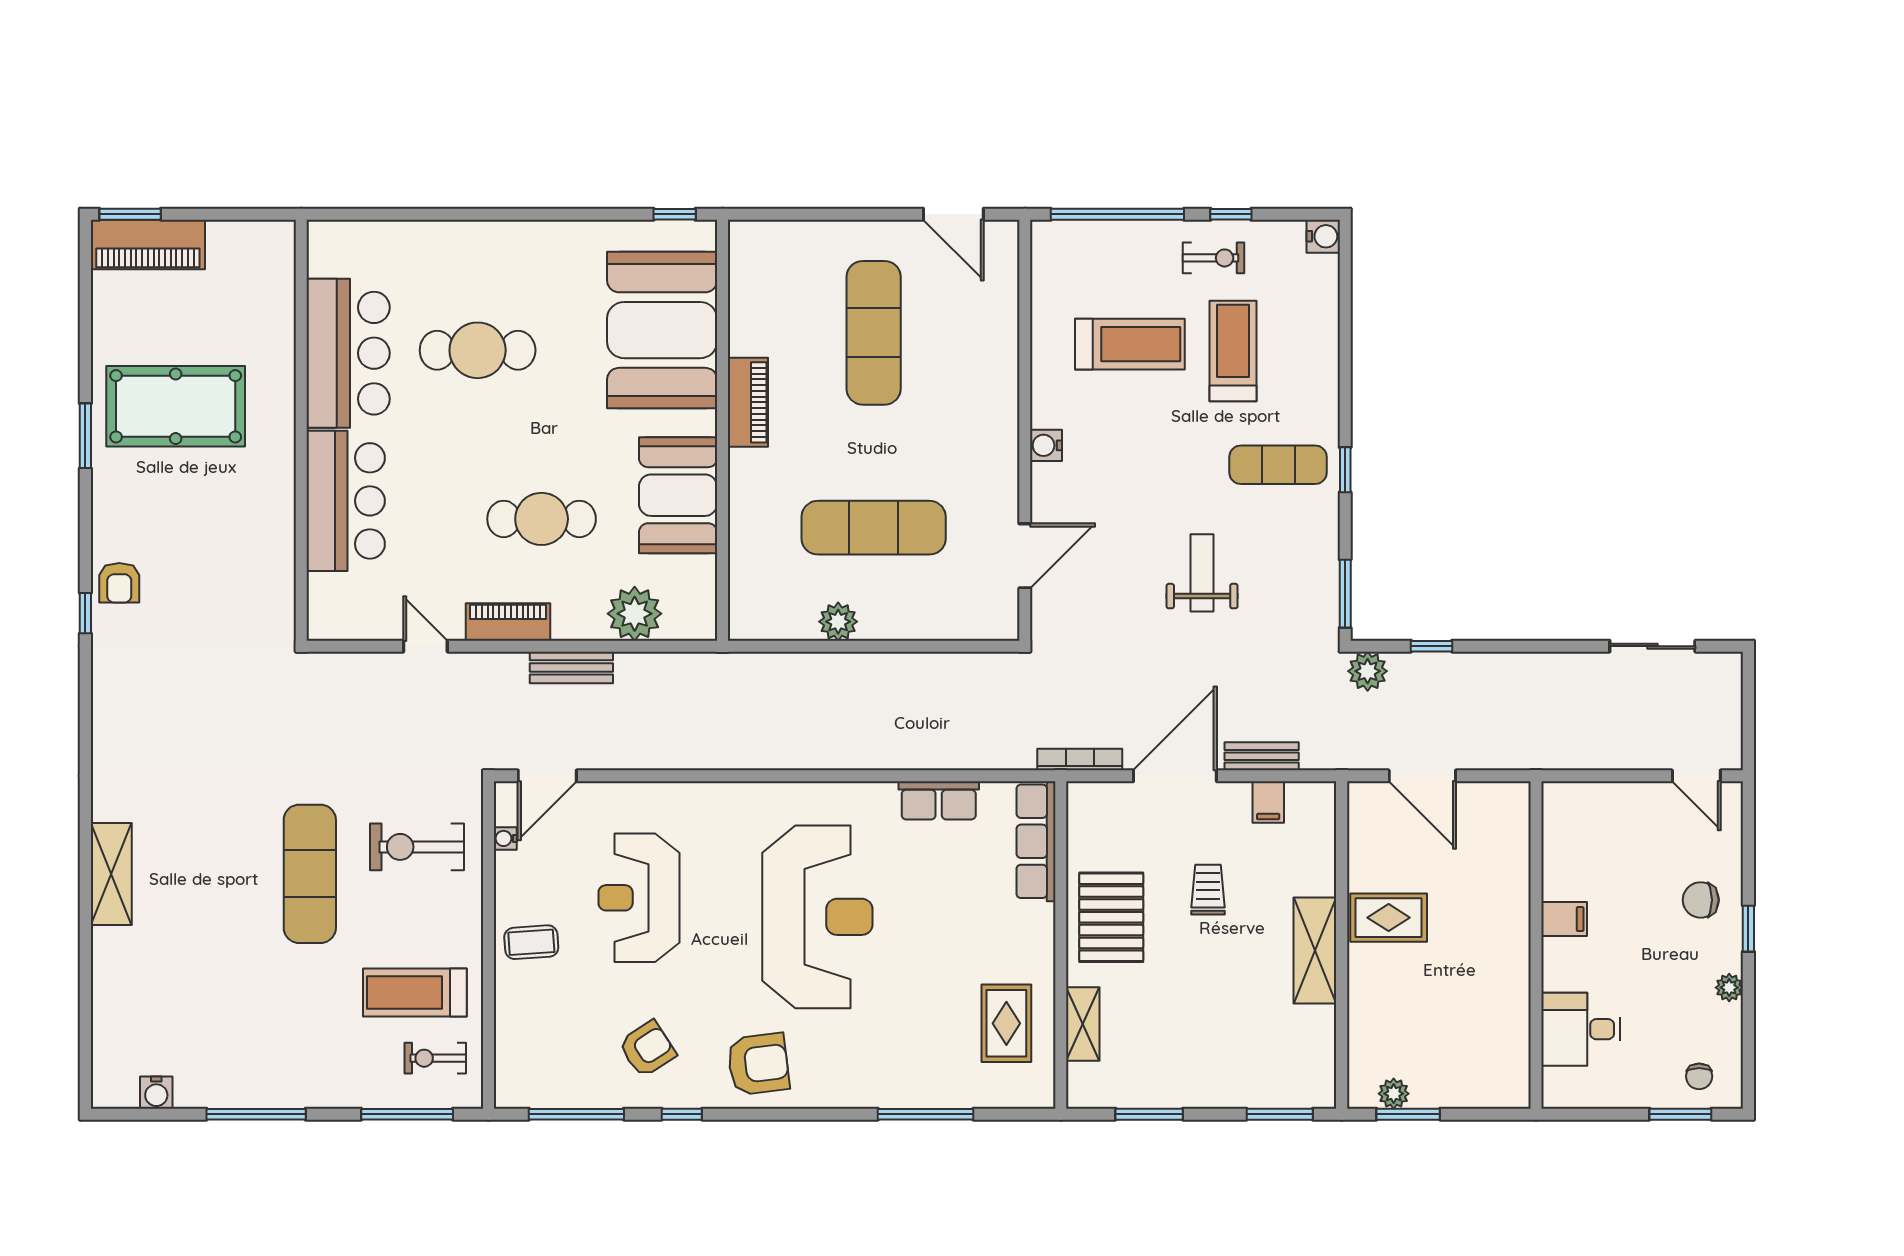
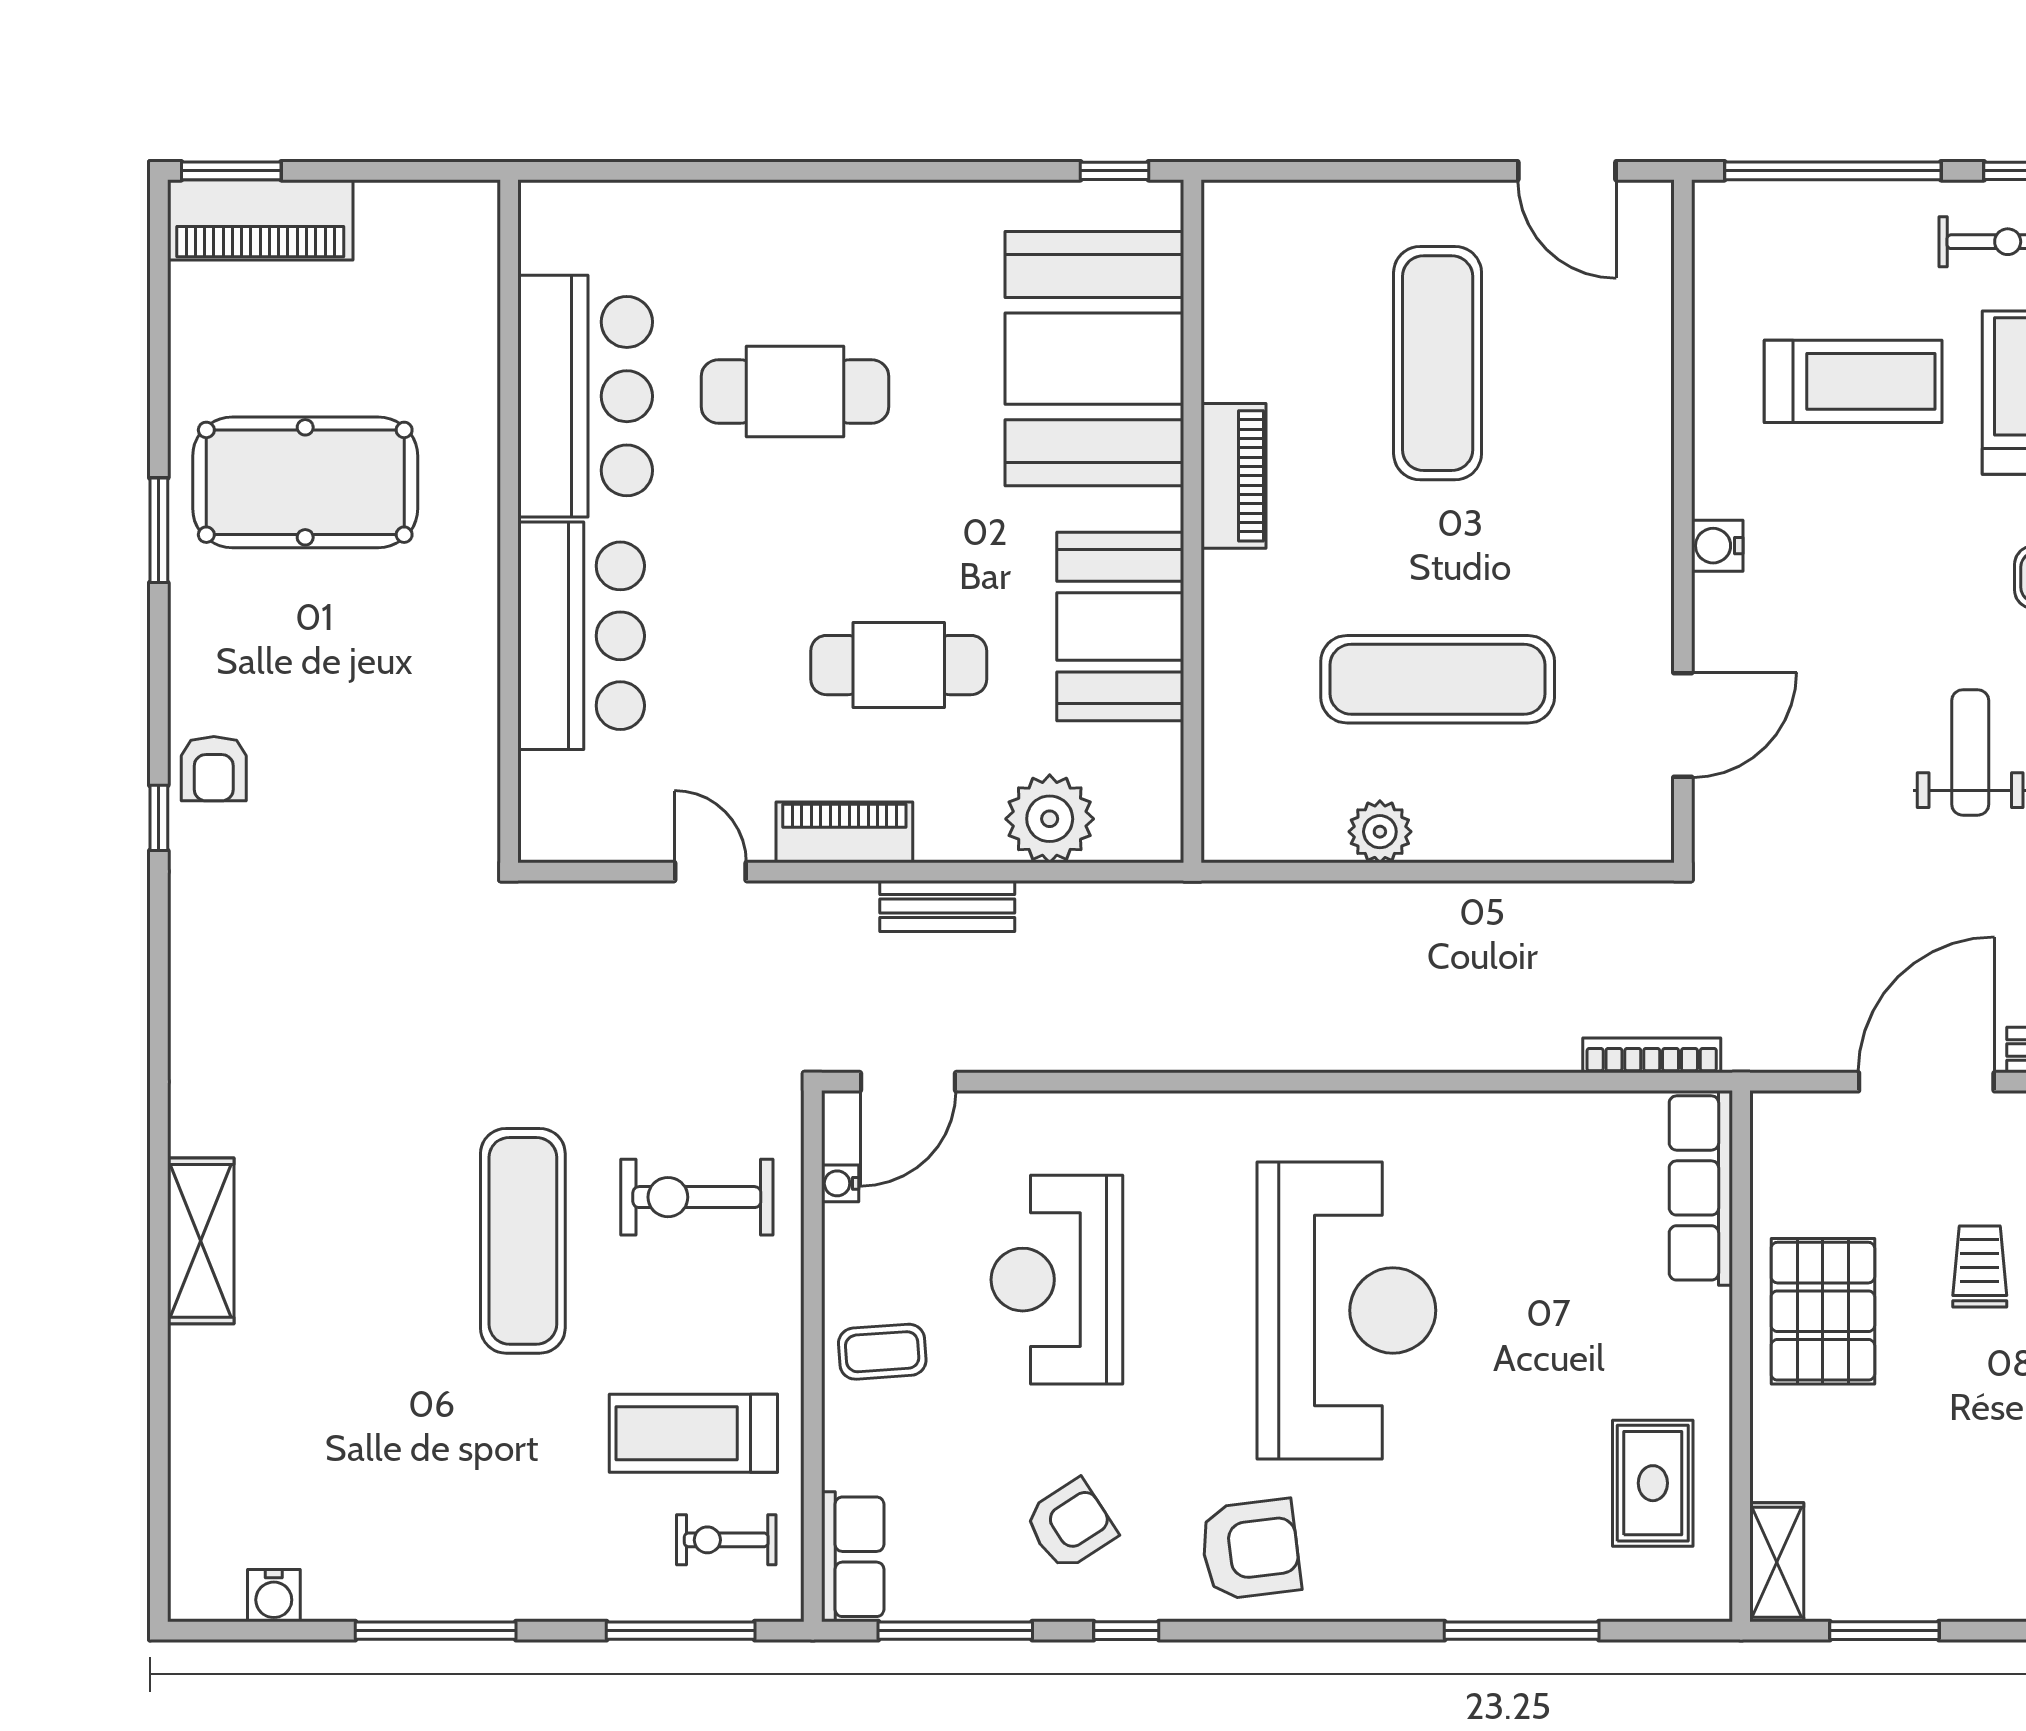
bookcase: (1080, 760) -> (1652, 1055), moved
row of seats: (939, 800) -> (853, 1557), moved, turned -90
shelving: (1083, 1024) -> (1777, 1562), moved

